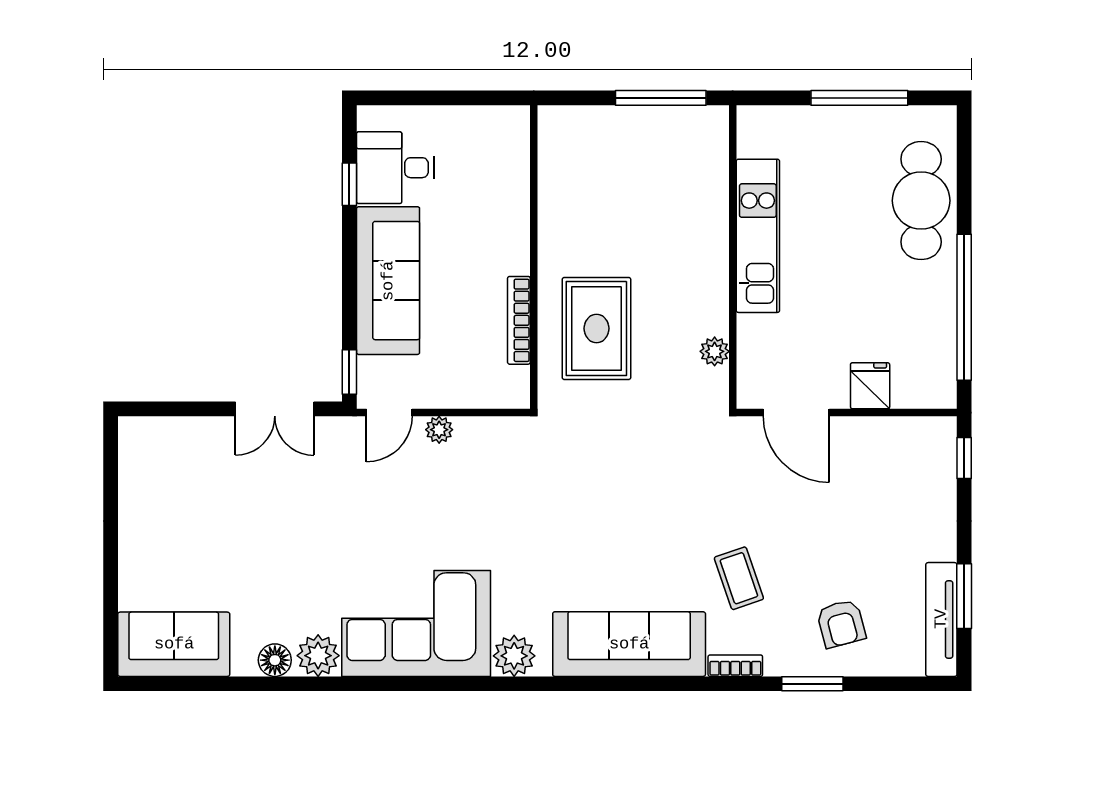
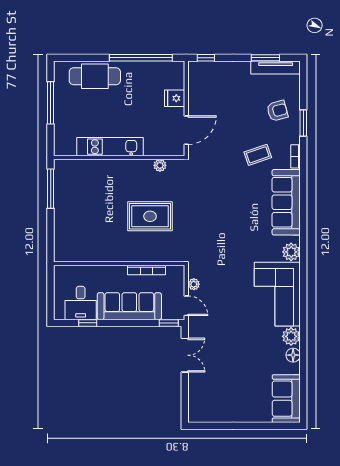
wall: (534, 257) -> (119, 264), moved
bookcase: (519, 320) -> (146, 270), moved

